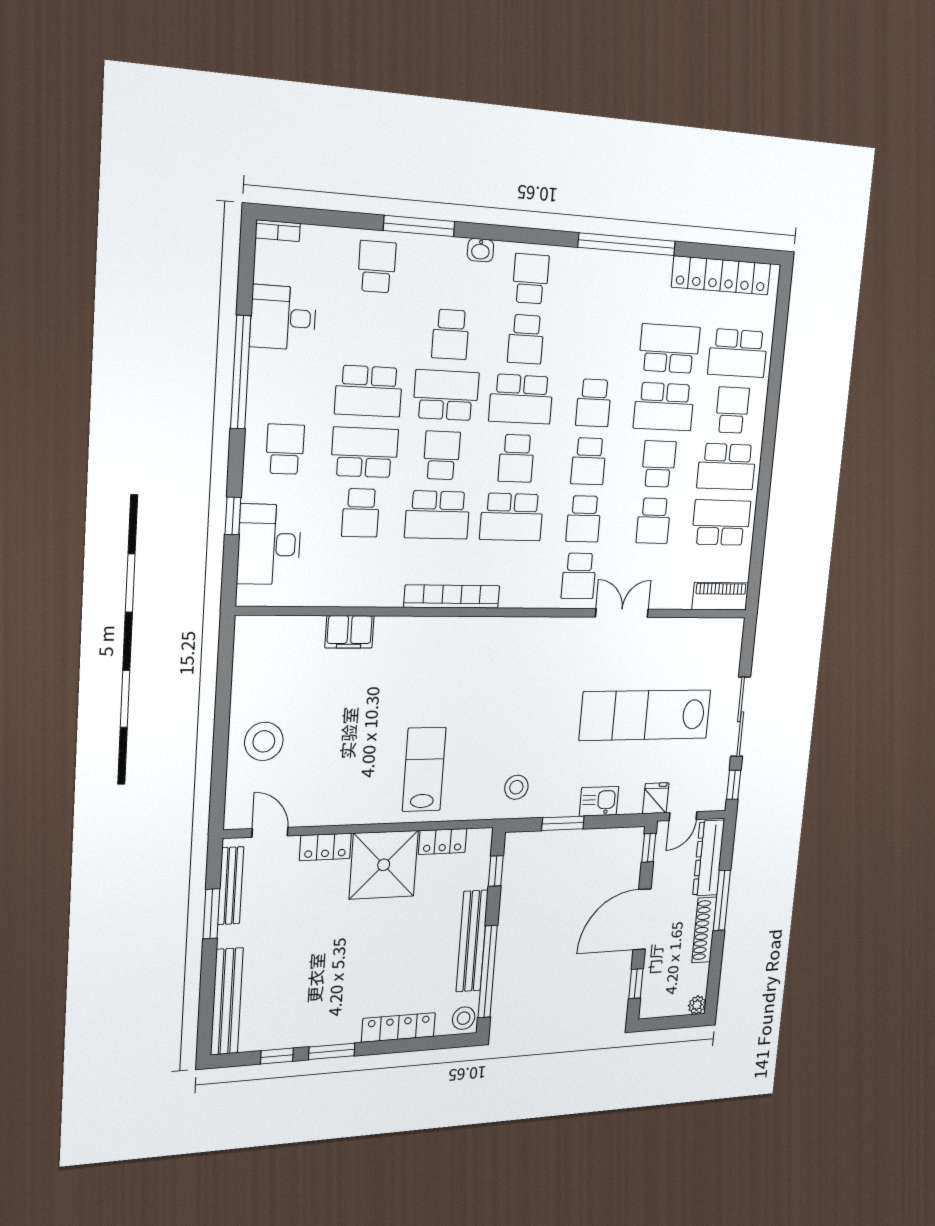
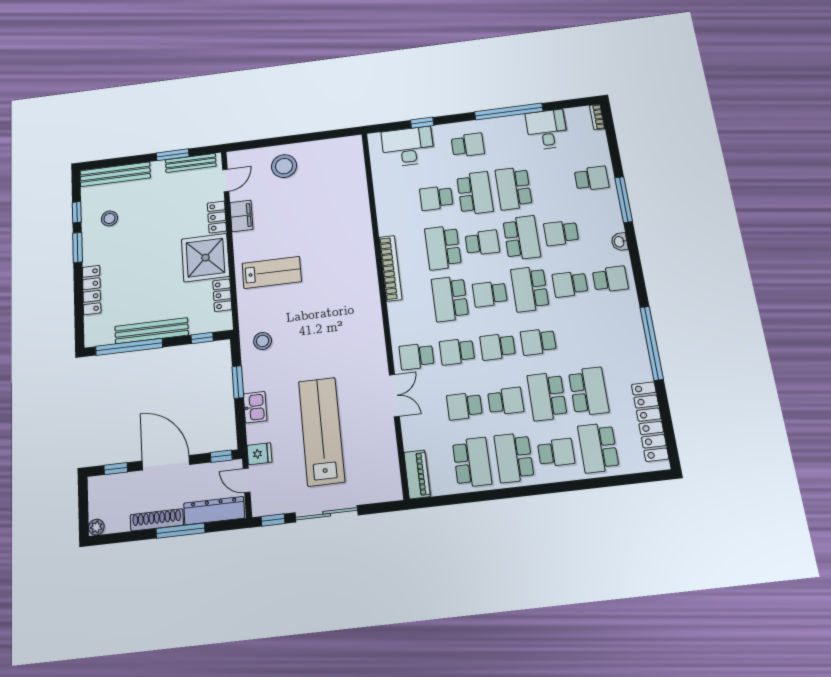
filing cabinet: (349, 632) -> (241, 216), moved, turned 180
stool: (464, 1018) -> (109, 218), moved

